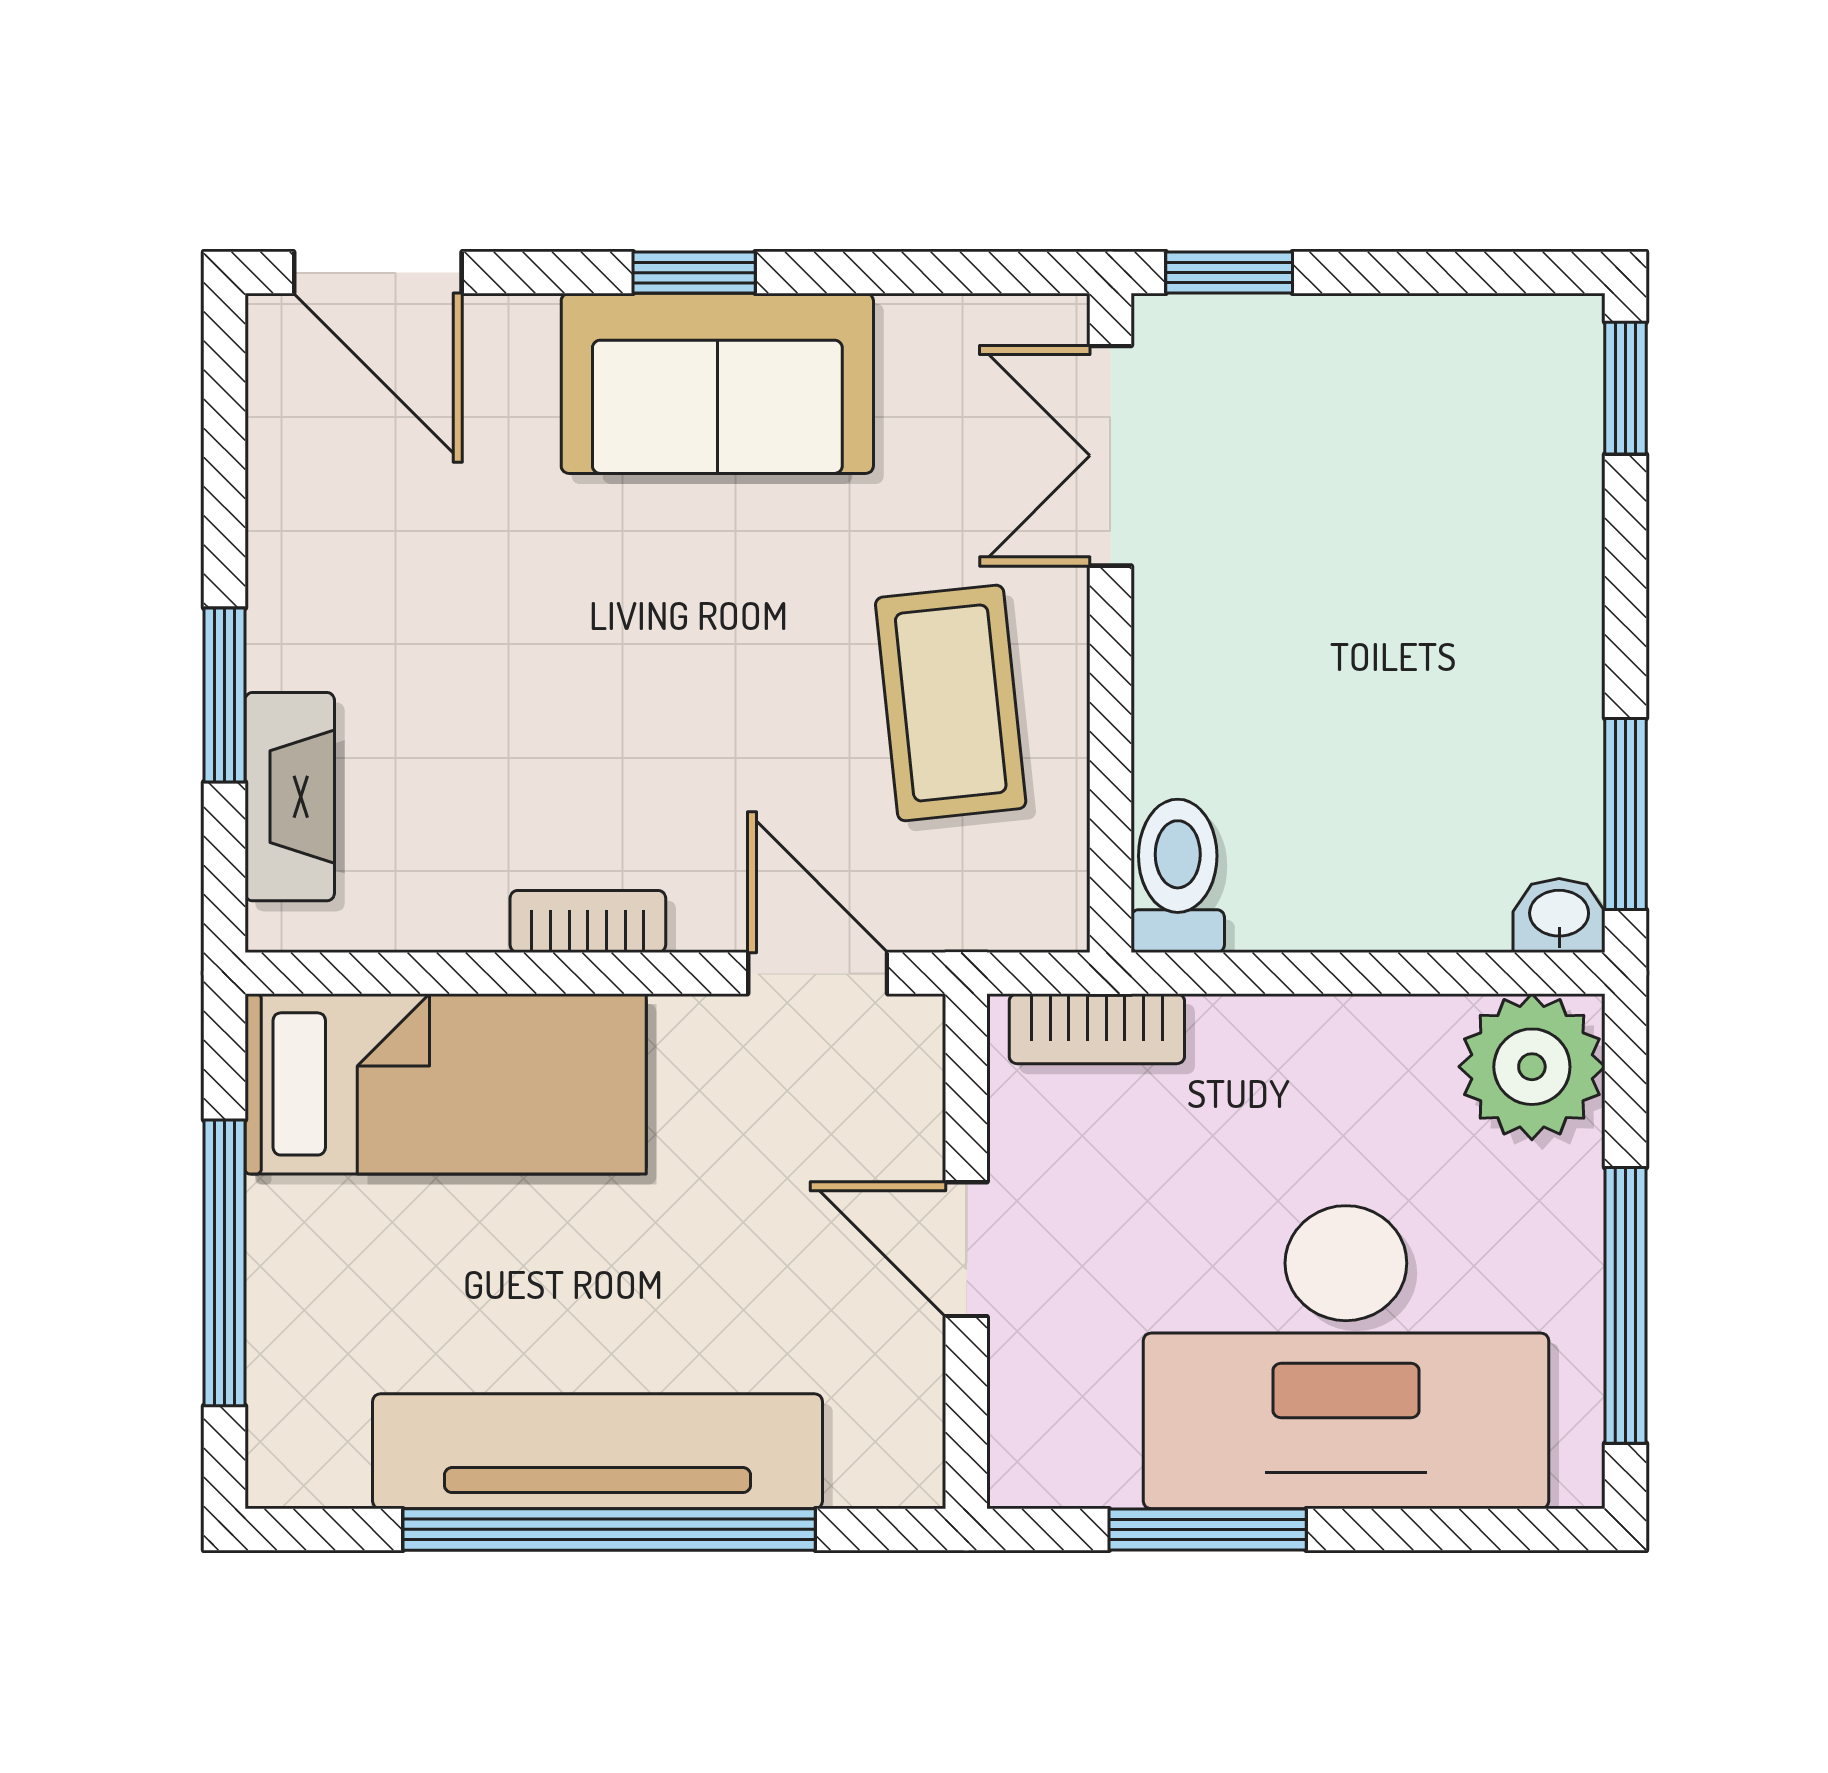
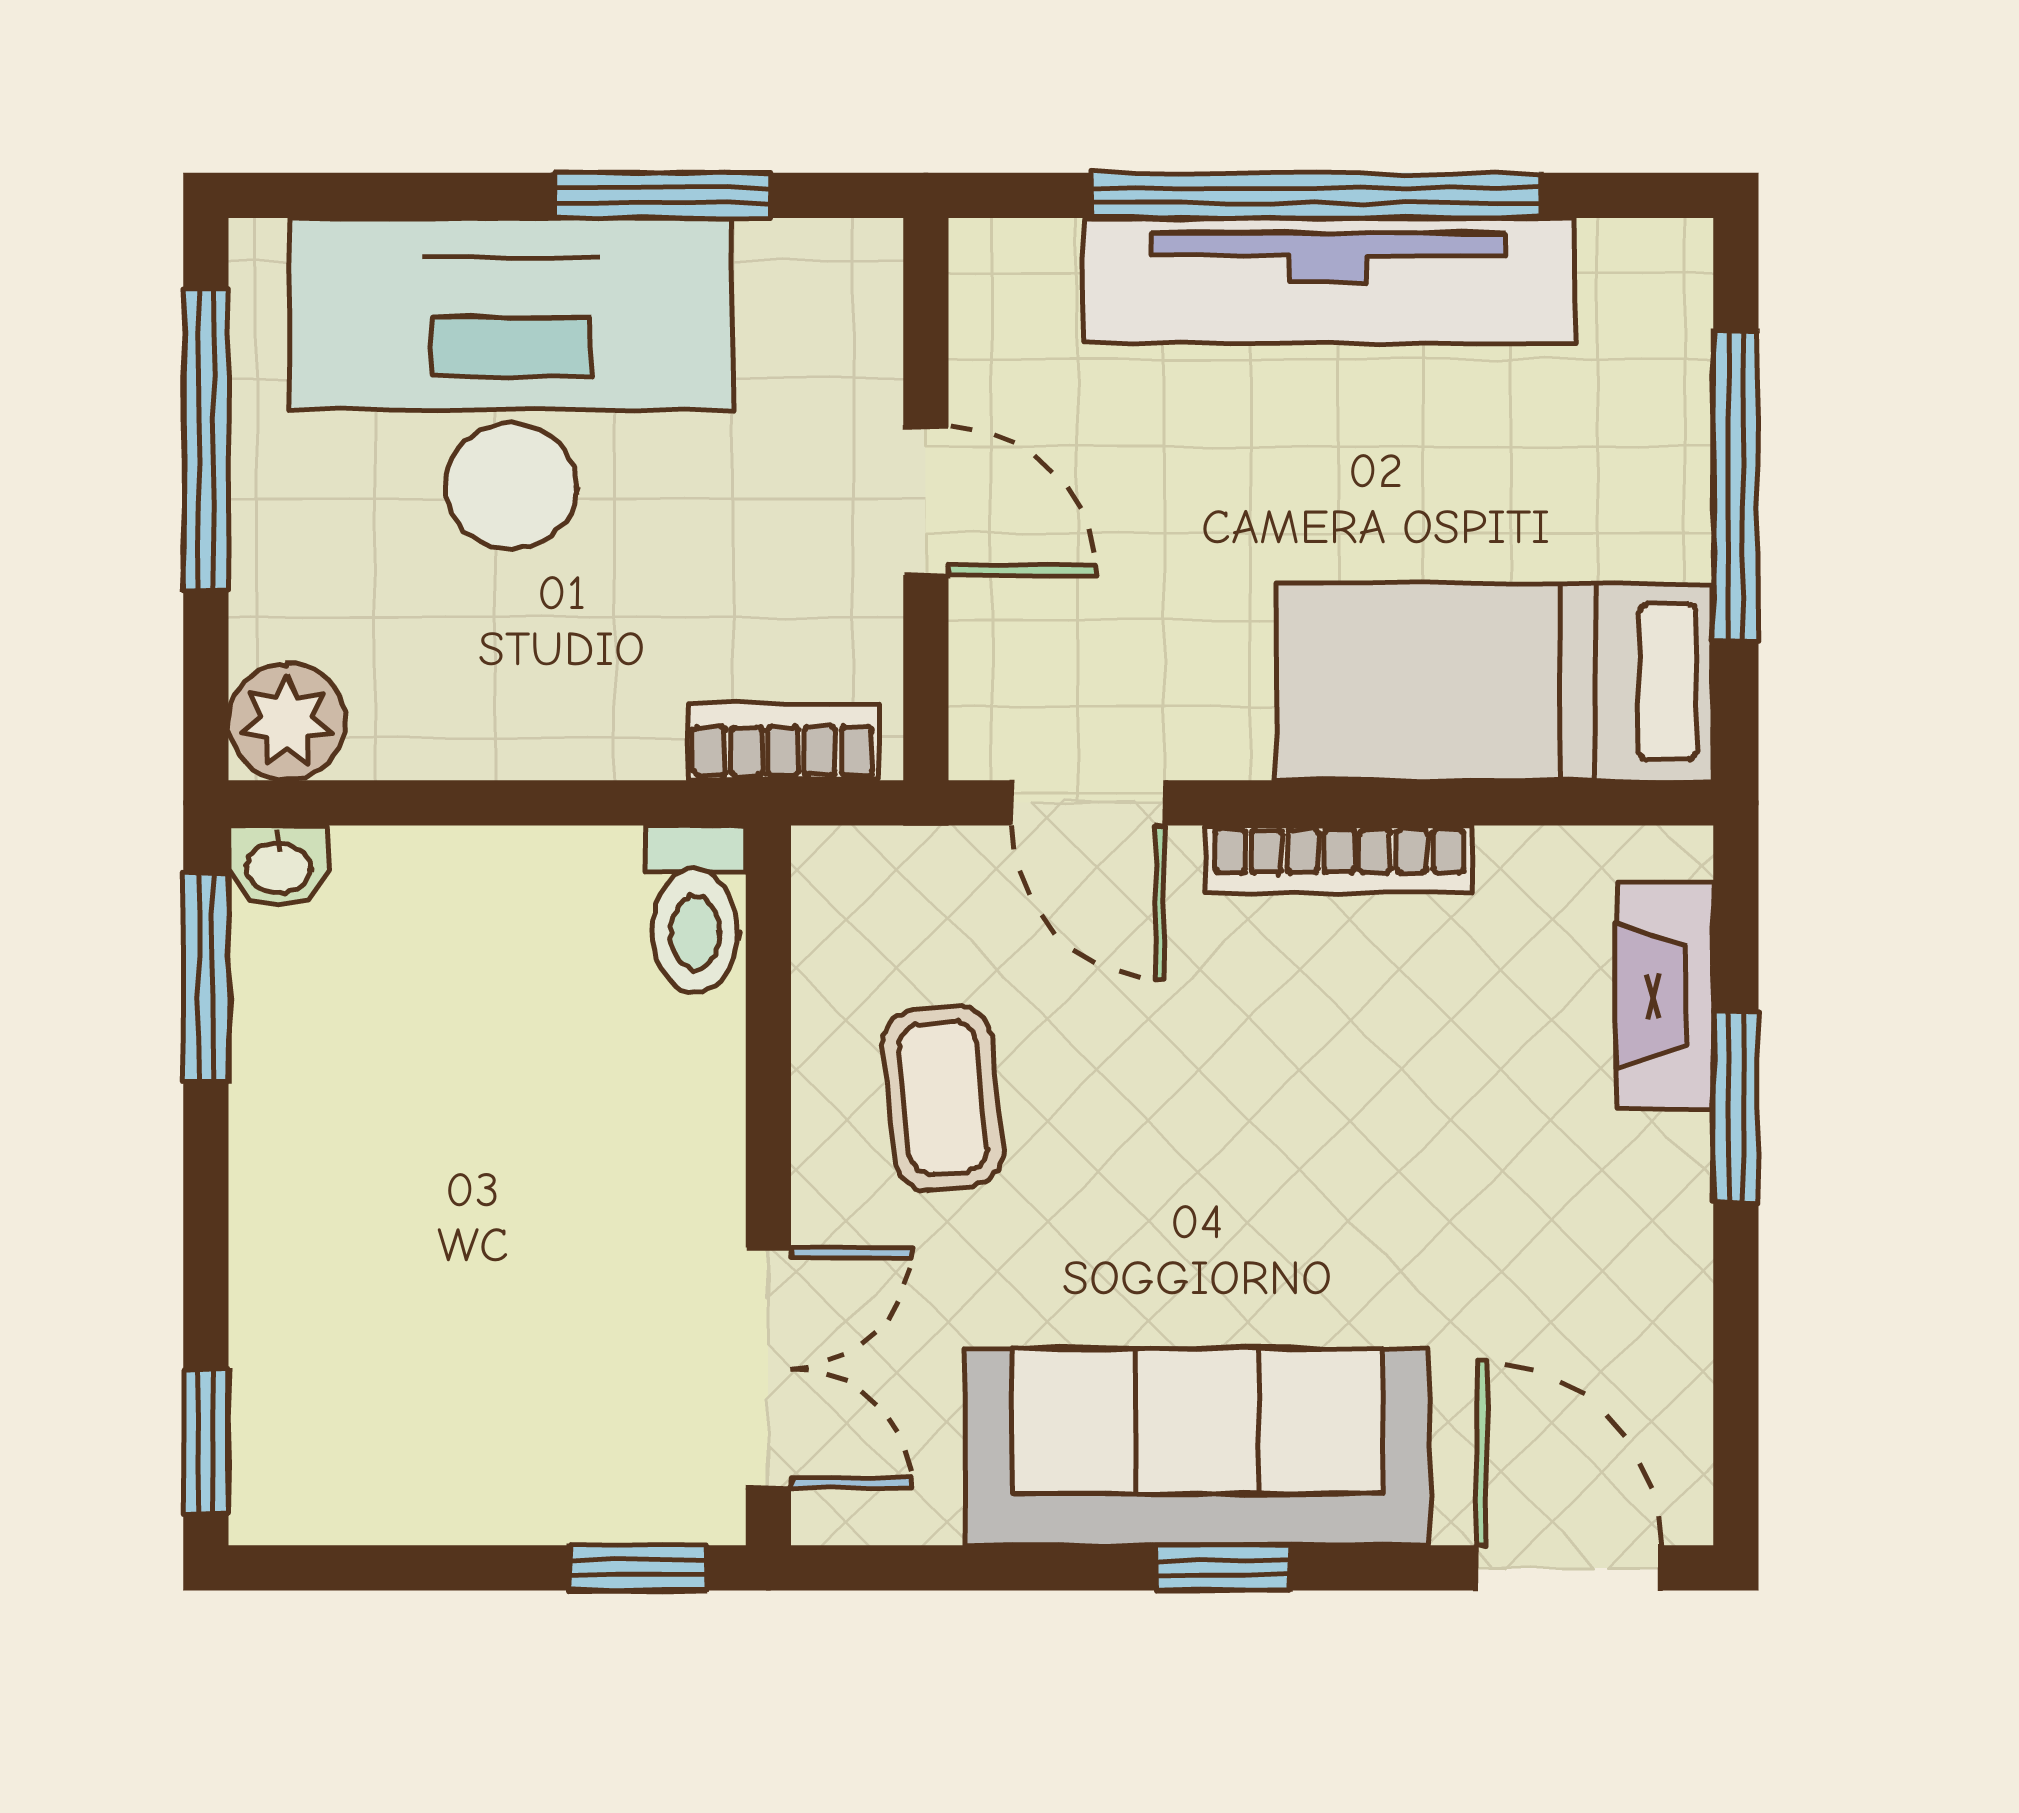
sofa: (717, 383) -> (1198, 1447), width x1.36
coffee table: (951, 703) -> (943, 1098), width x0.73, depth x0.77
bookcase: (588, 921) -> (1339, 859), width x1.56
plant: (1532, 1067) -> (287, 722), width x0.73, depth x0.73

